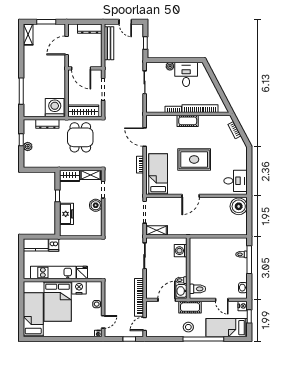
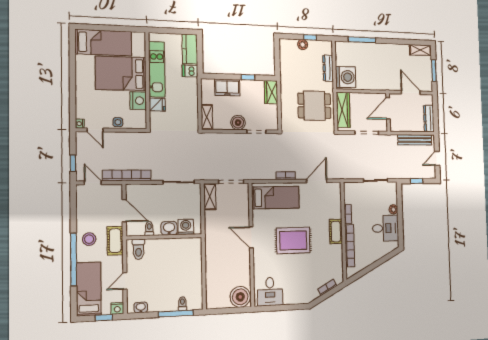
rug: (194, 159) -> (293, 240), turned 90
shelving: (91, 175) -> (207, 117), moved
washbasin: (181, 291) -> (169, 228), moved

